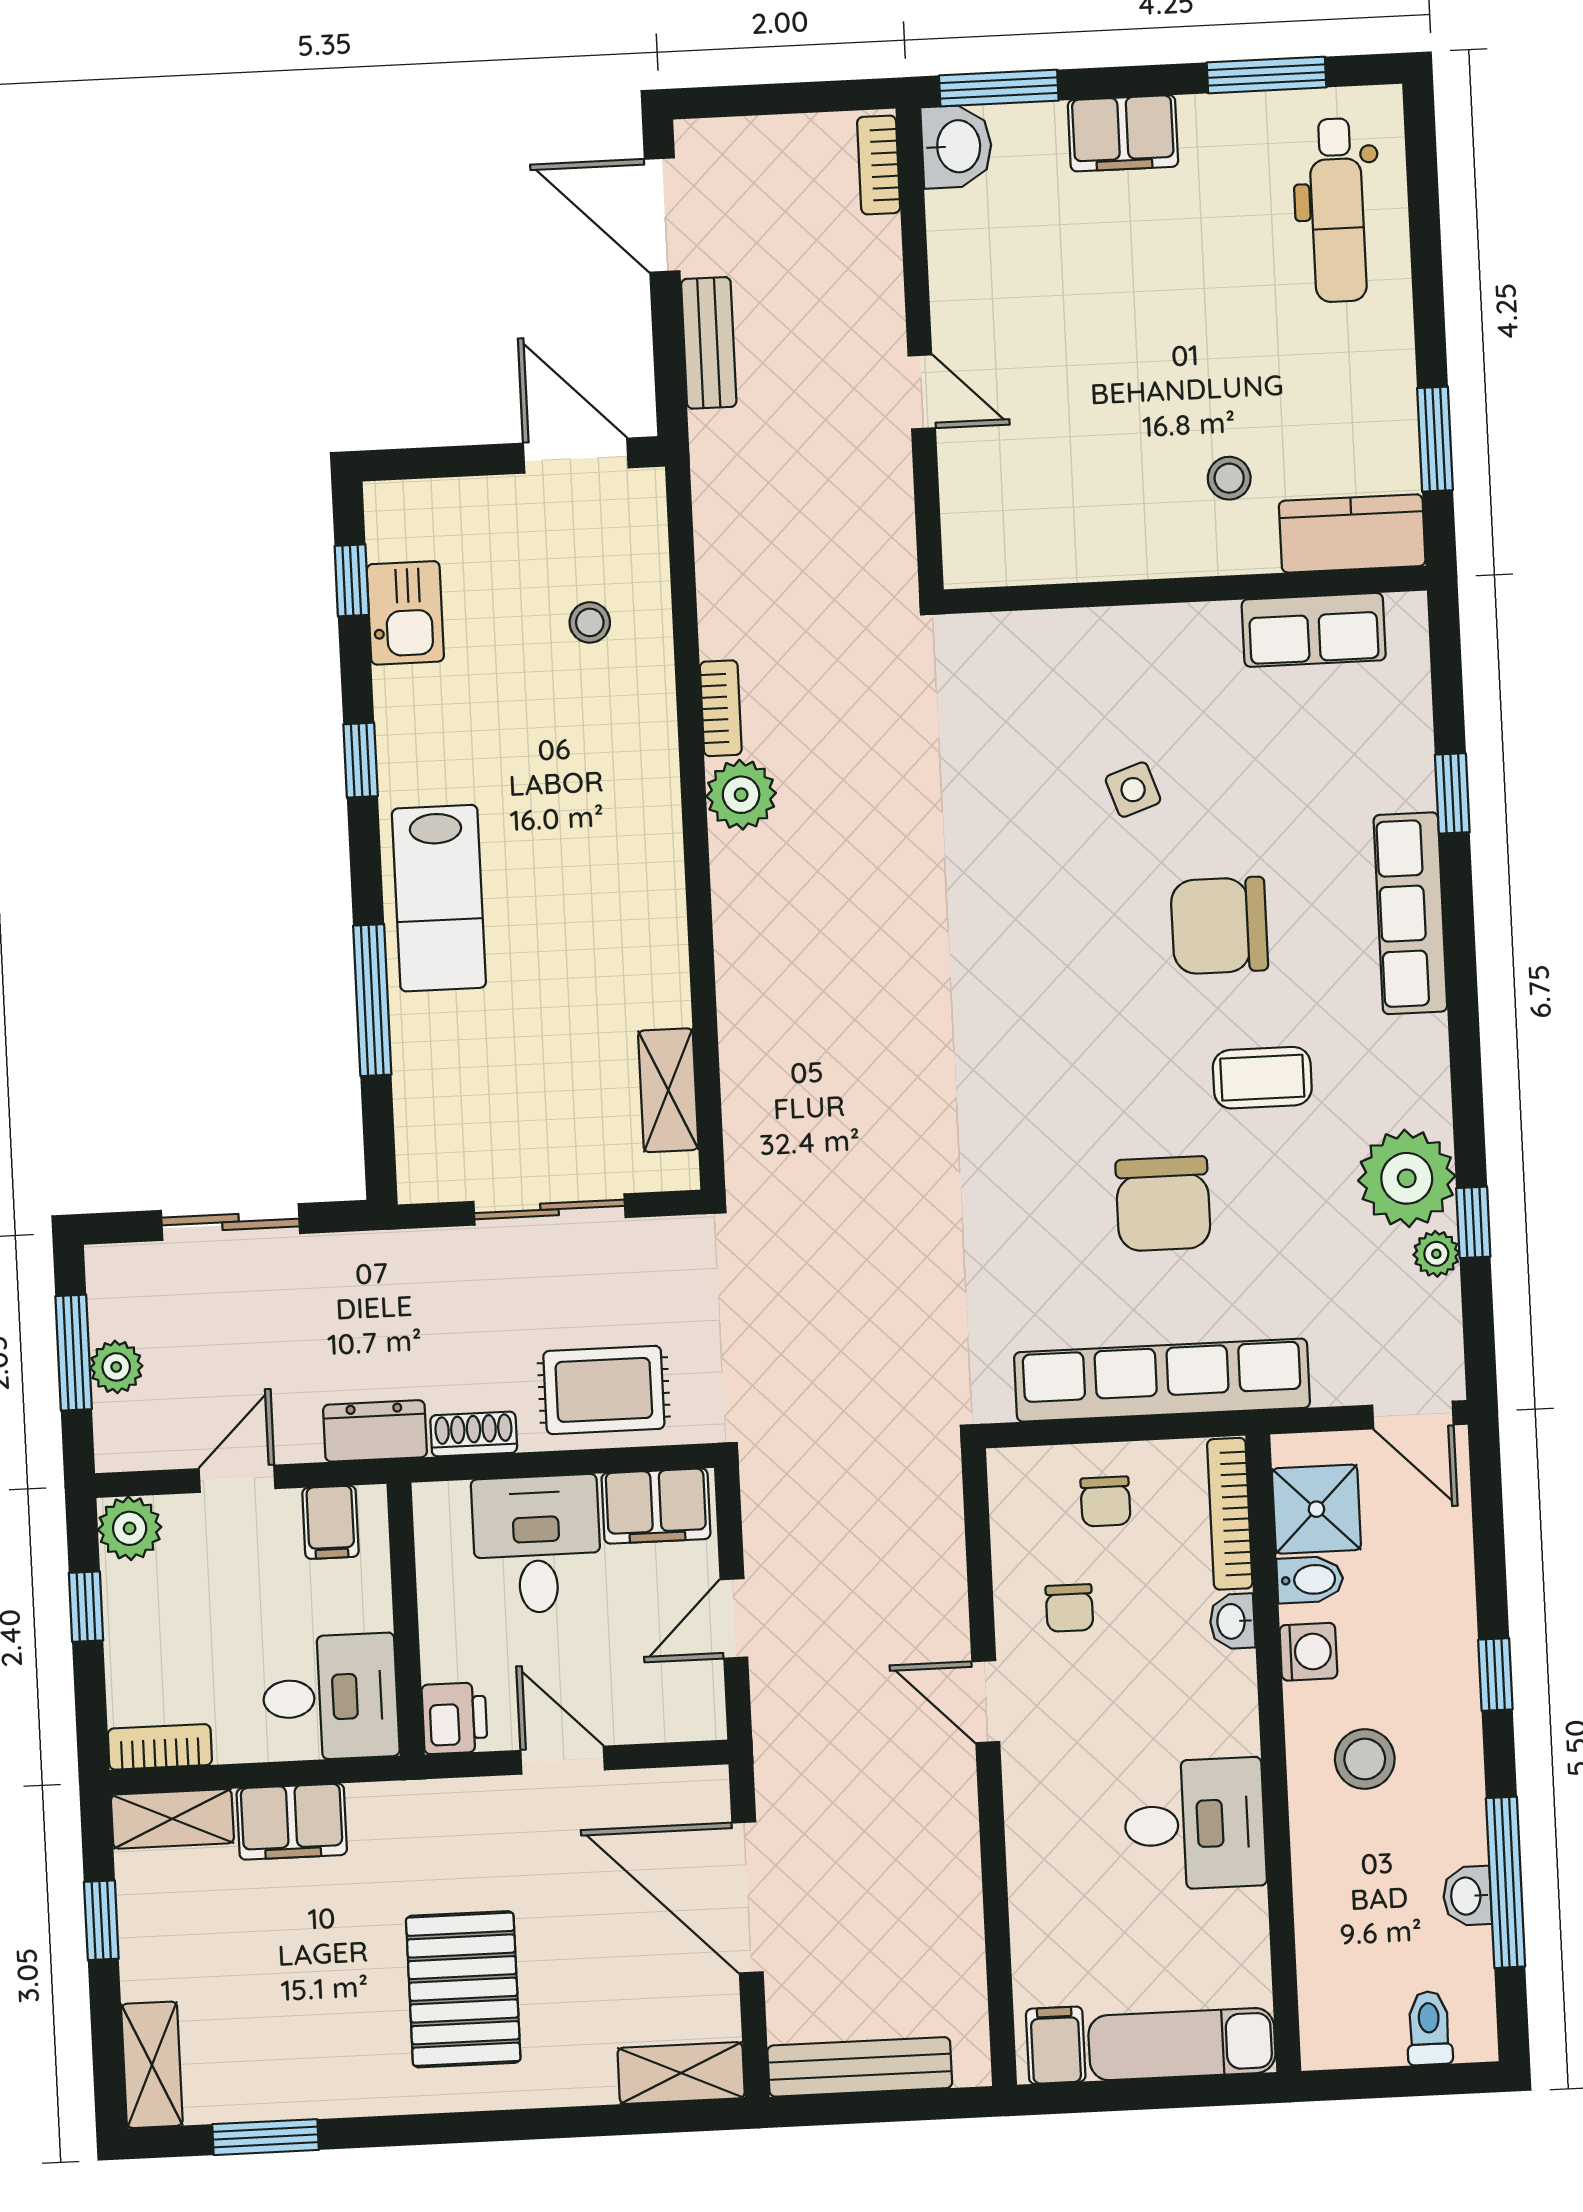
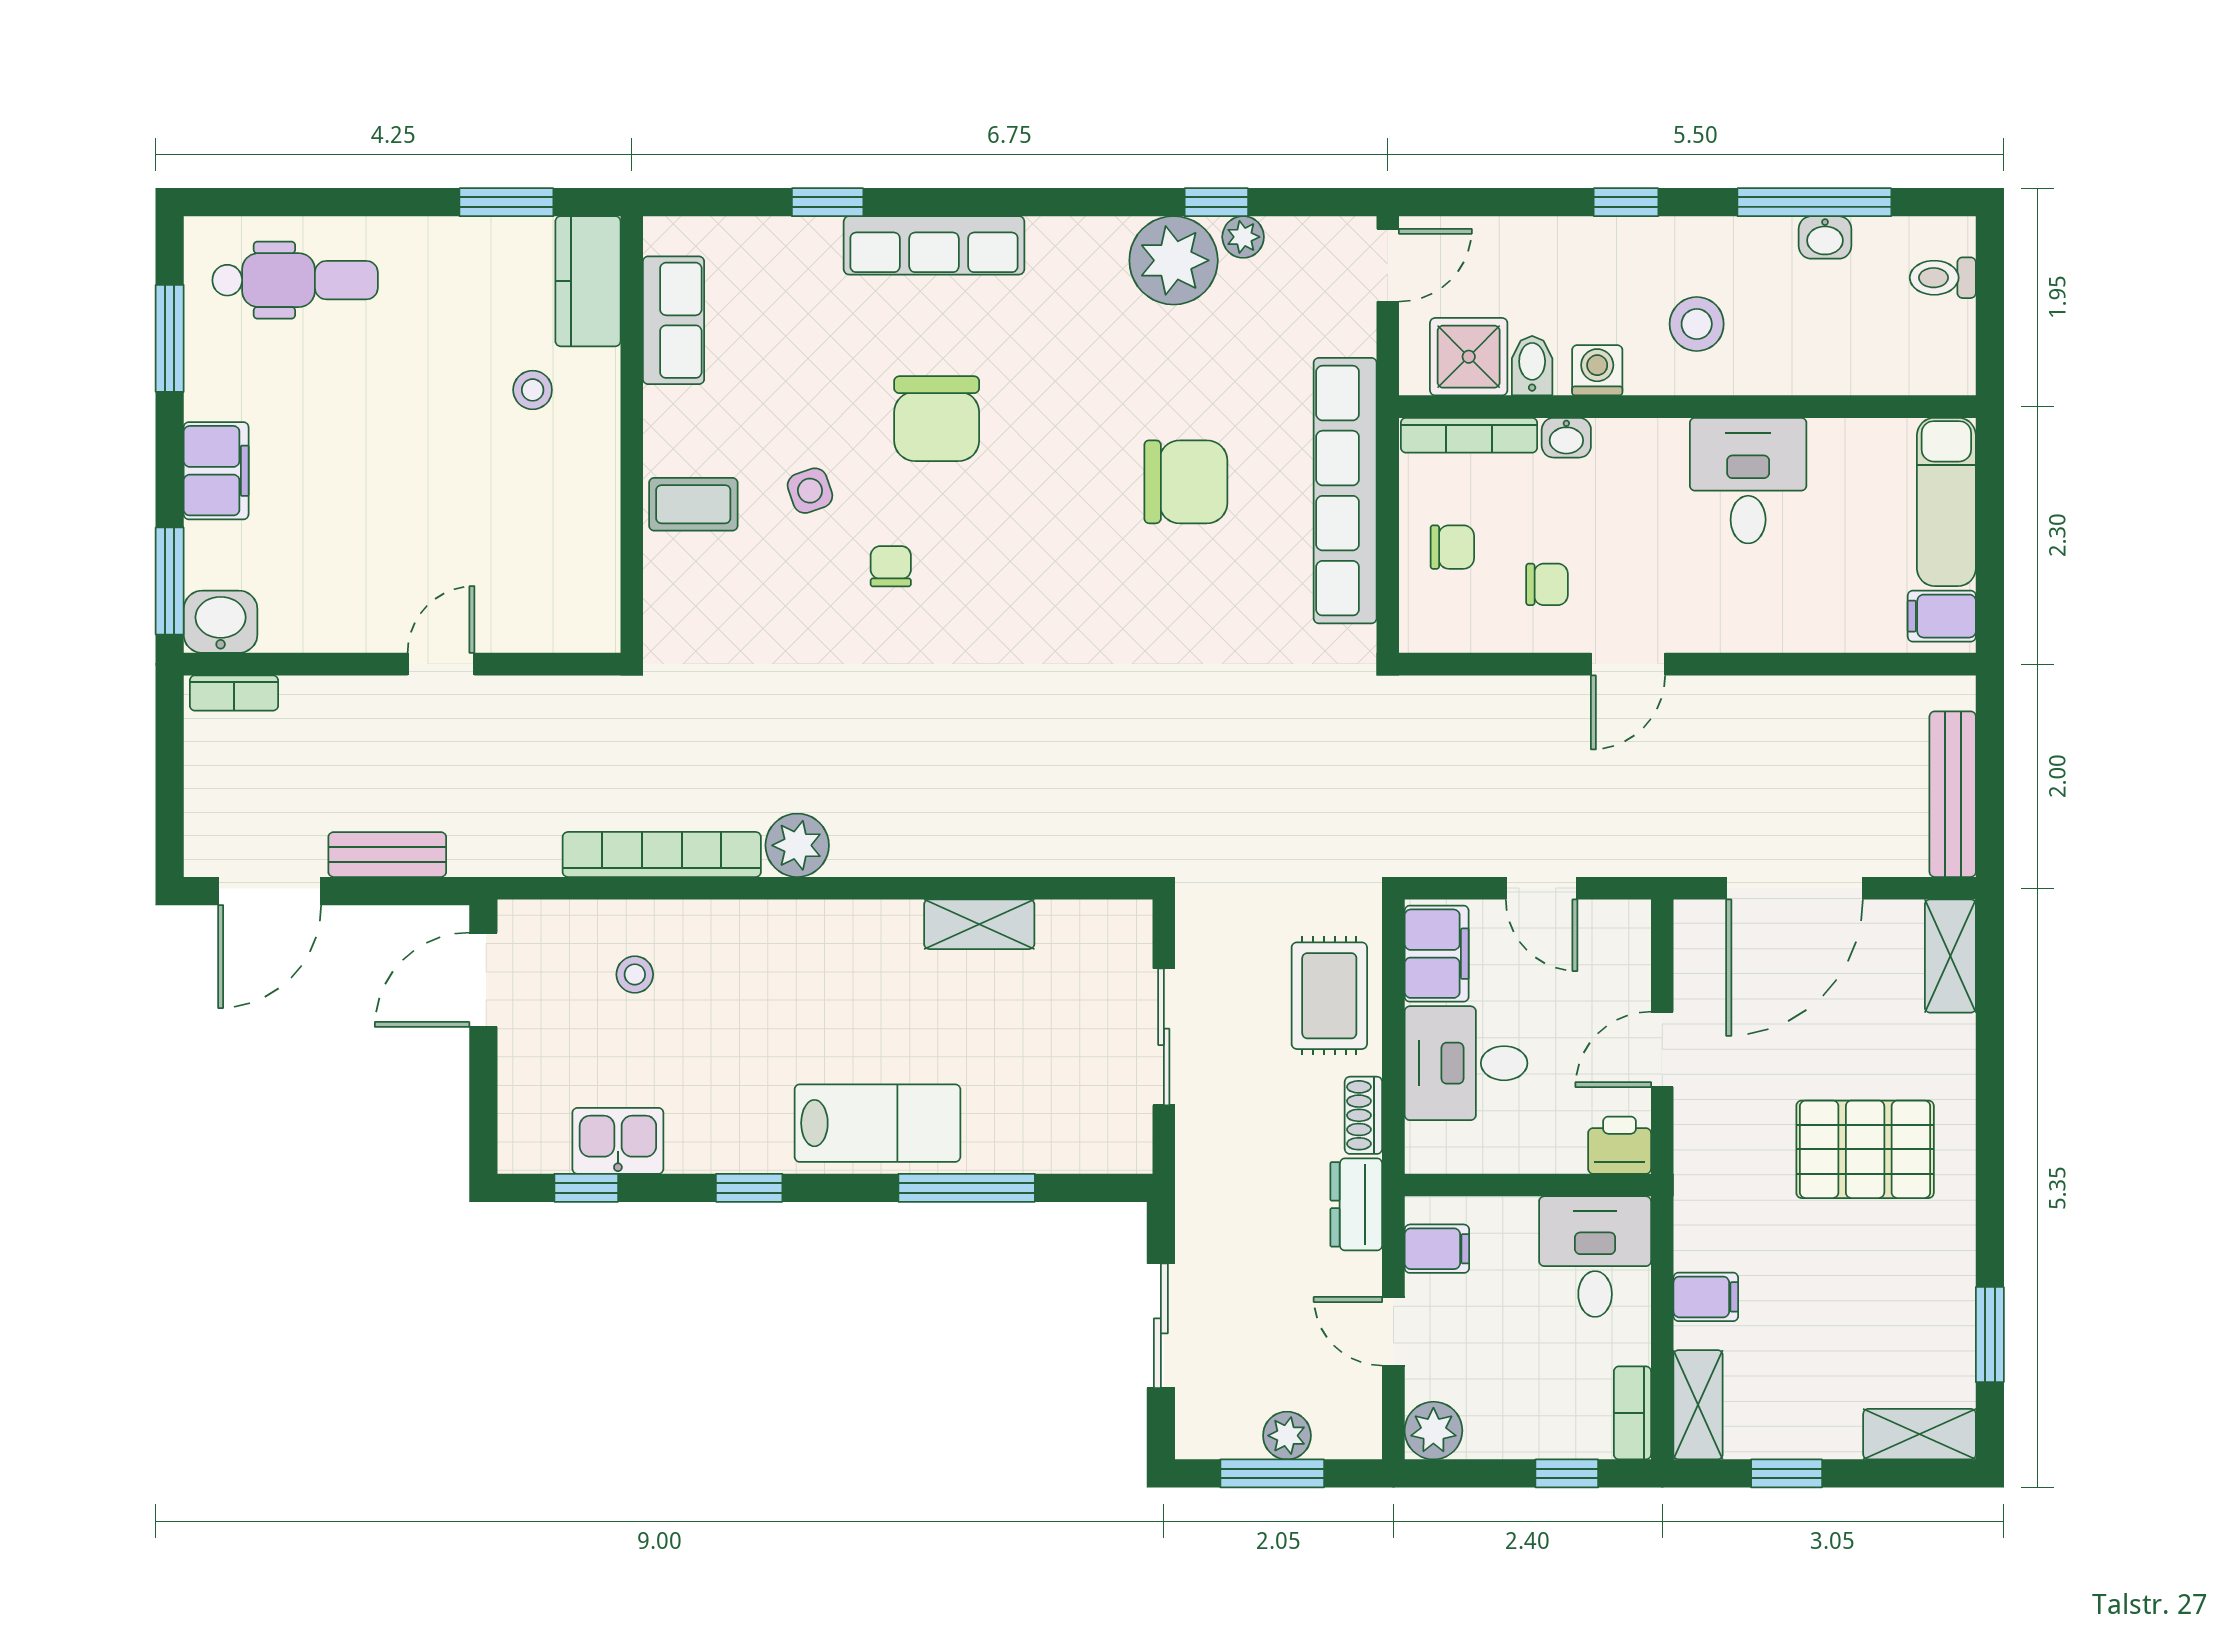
bookcase: (721, 708) -> (662, 854), width x2.31, depth x1.31
chair: (1054, 883) -> (891, 566), added
coffee table: (1262, 1078) -> (693, 504), moved, turned 90
shelving: (668, 1090) -> (979, 924), moved
window: (86, 1607) -> (1567, 1473), moved
filing cabinet: (292, 1822) -> (1706, 1297), width x0.50

